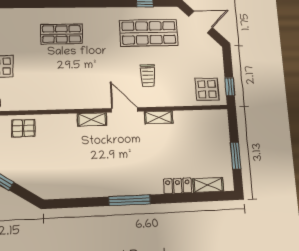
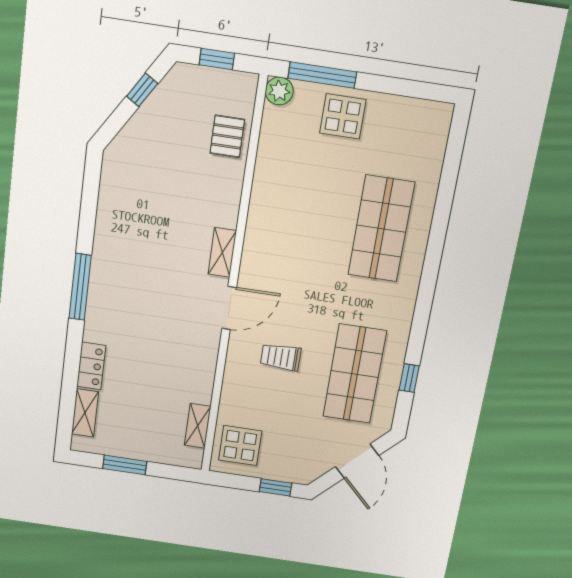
shop shelf: (62, 34) -> (381, 229), width x1.43, depth x1.36
window: (230, 87) -> (276, 487), moved
shelving: (159, 117) -> (198, 426), moved

